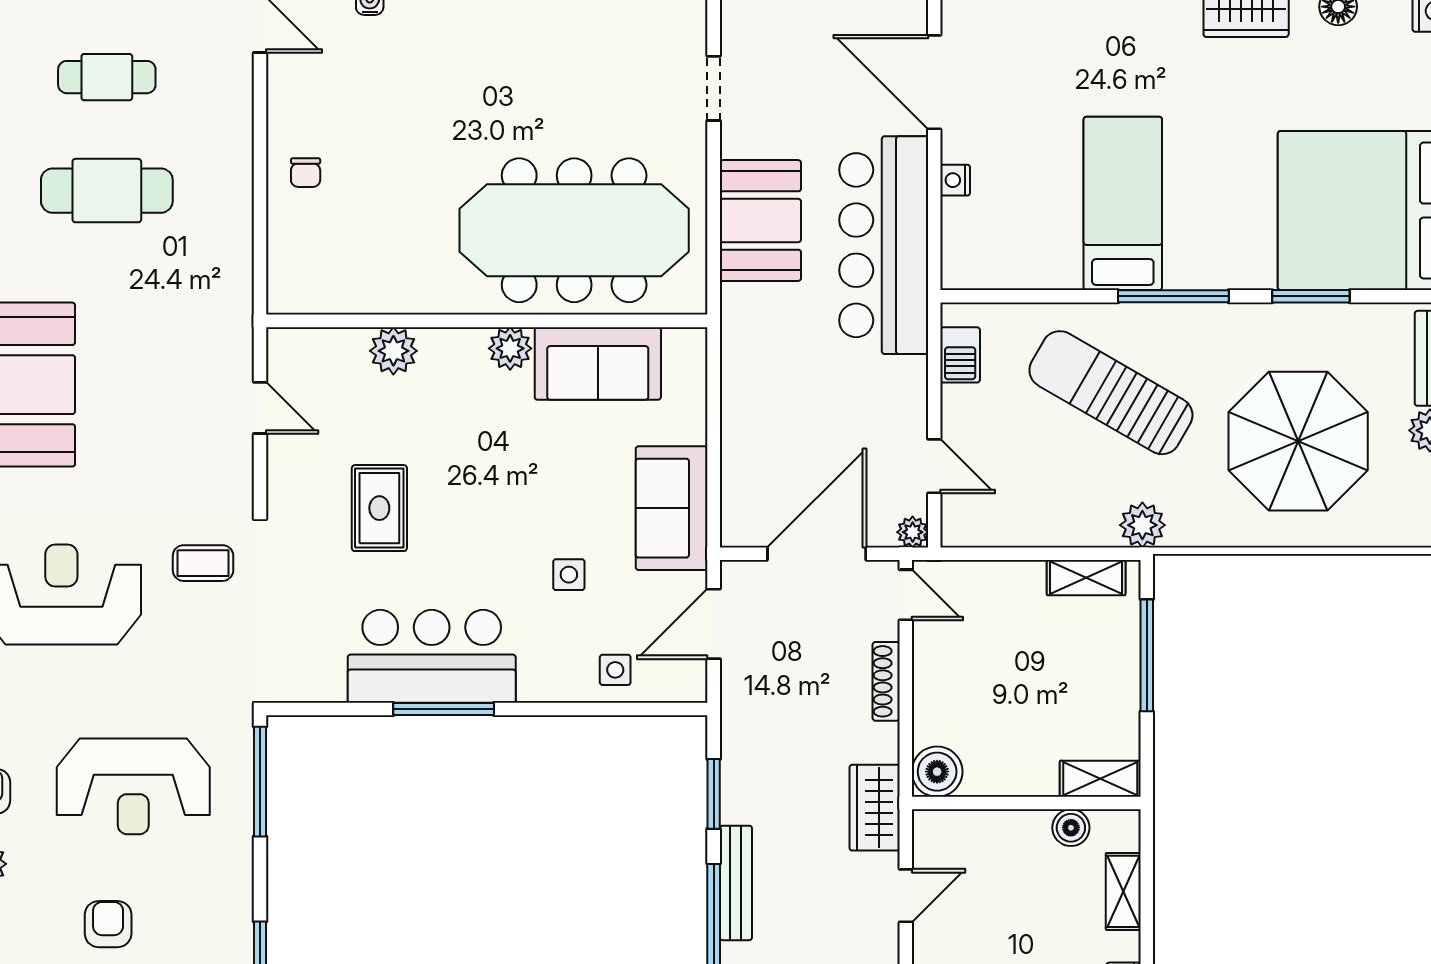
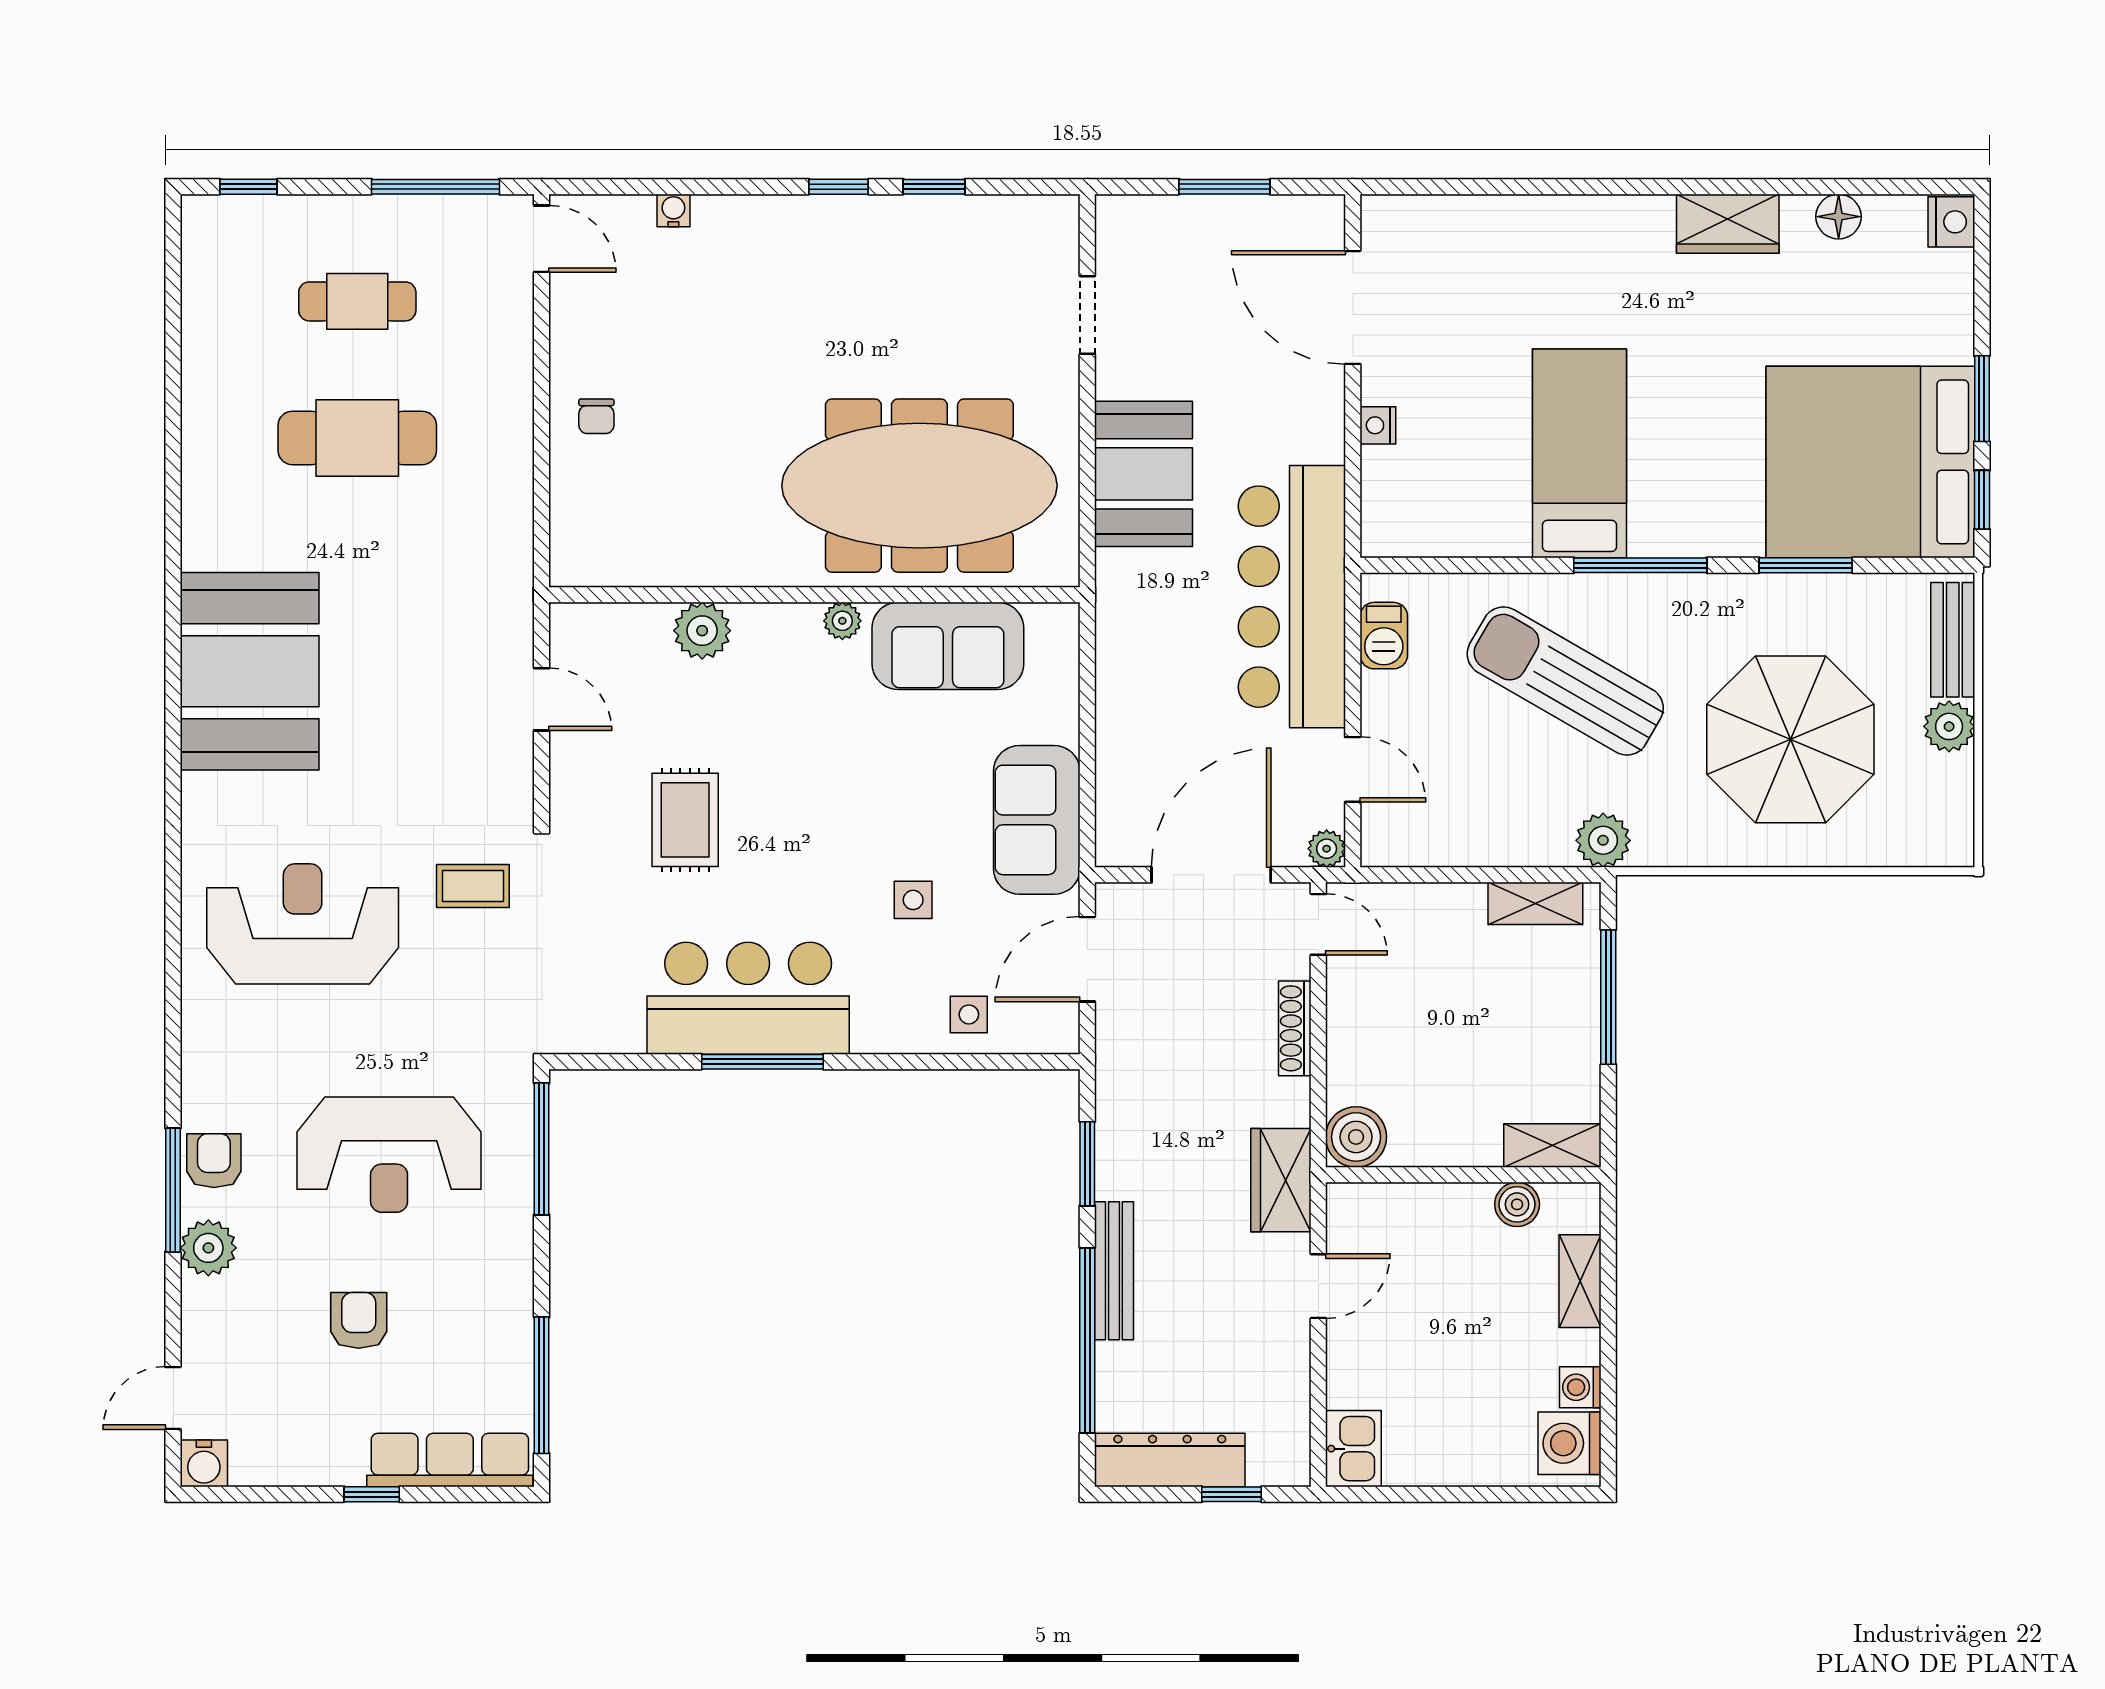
bar counter: (884, 245) -> (1292, 597), moved
plant: (510, 348) -> (842, 621), width x0.73, depth x0.73

